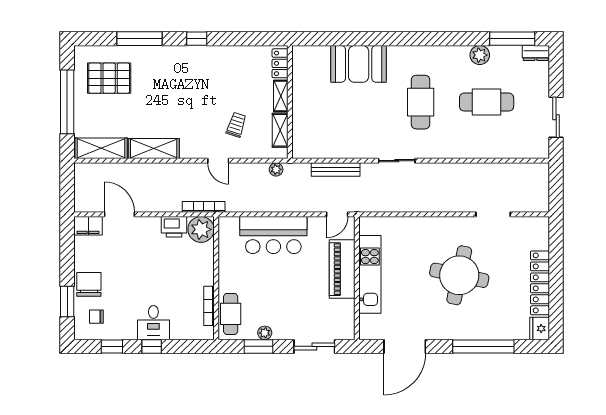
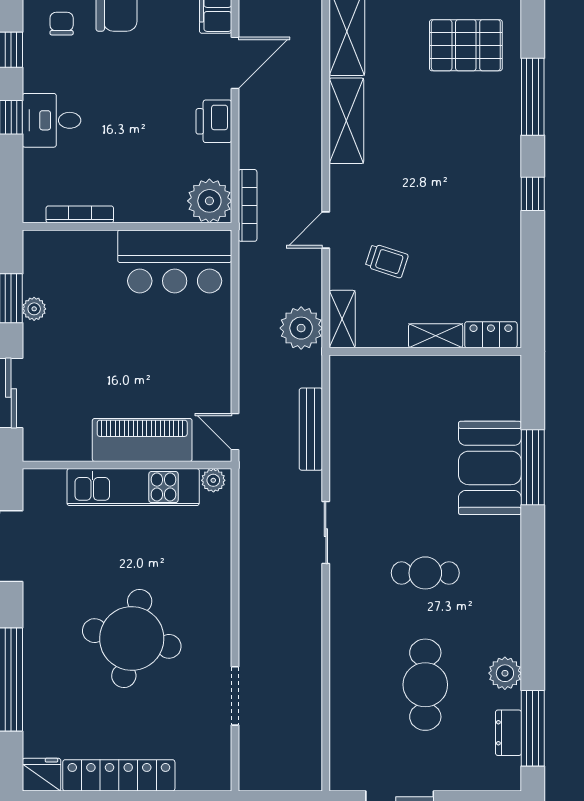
window: (358, 39) -> (533, 467), added
dresser: (536, 53) -> (508, 733), moved
pallet: (109, 78) -> (466, 45), turned 90
cafe table: (421, 102) -> (425, 573), width x0.73, depth x0.74
shelving: (280, 130) -> (342, 319), moved, turned 90
plant: (276, 169) -> (301, 328), width x1.88, depth x1.88
printer: (174, 227) -> (214, 121), moved
plant: (366, 227) -> (213, 480), added
bar counter: (273, 235) -> (175, 261), moved, turned -90
cafe table: (231, 314) -> (66, 251), removed

